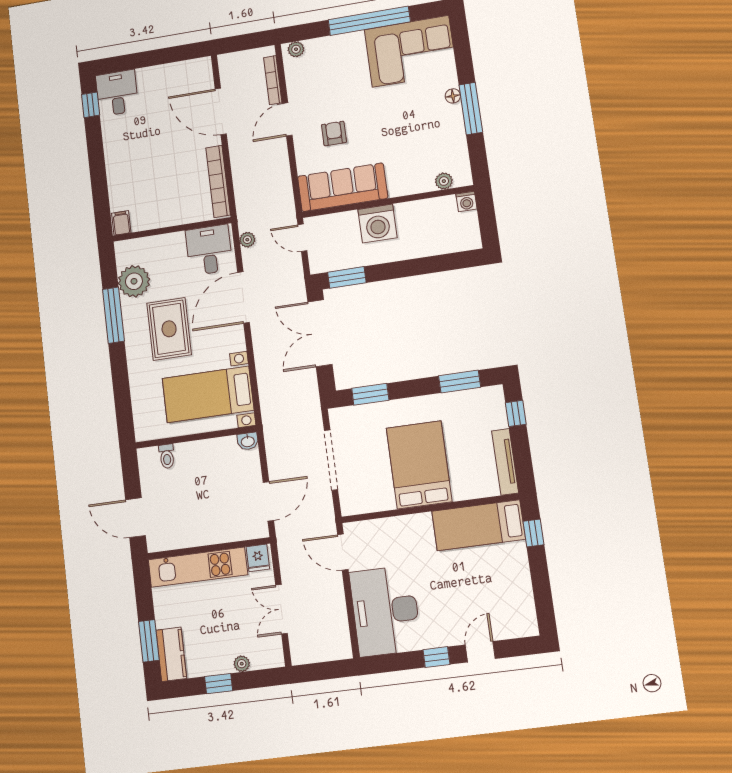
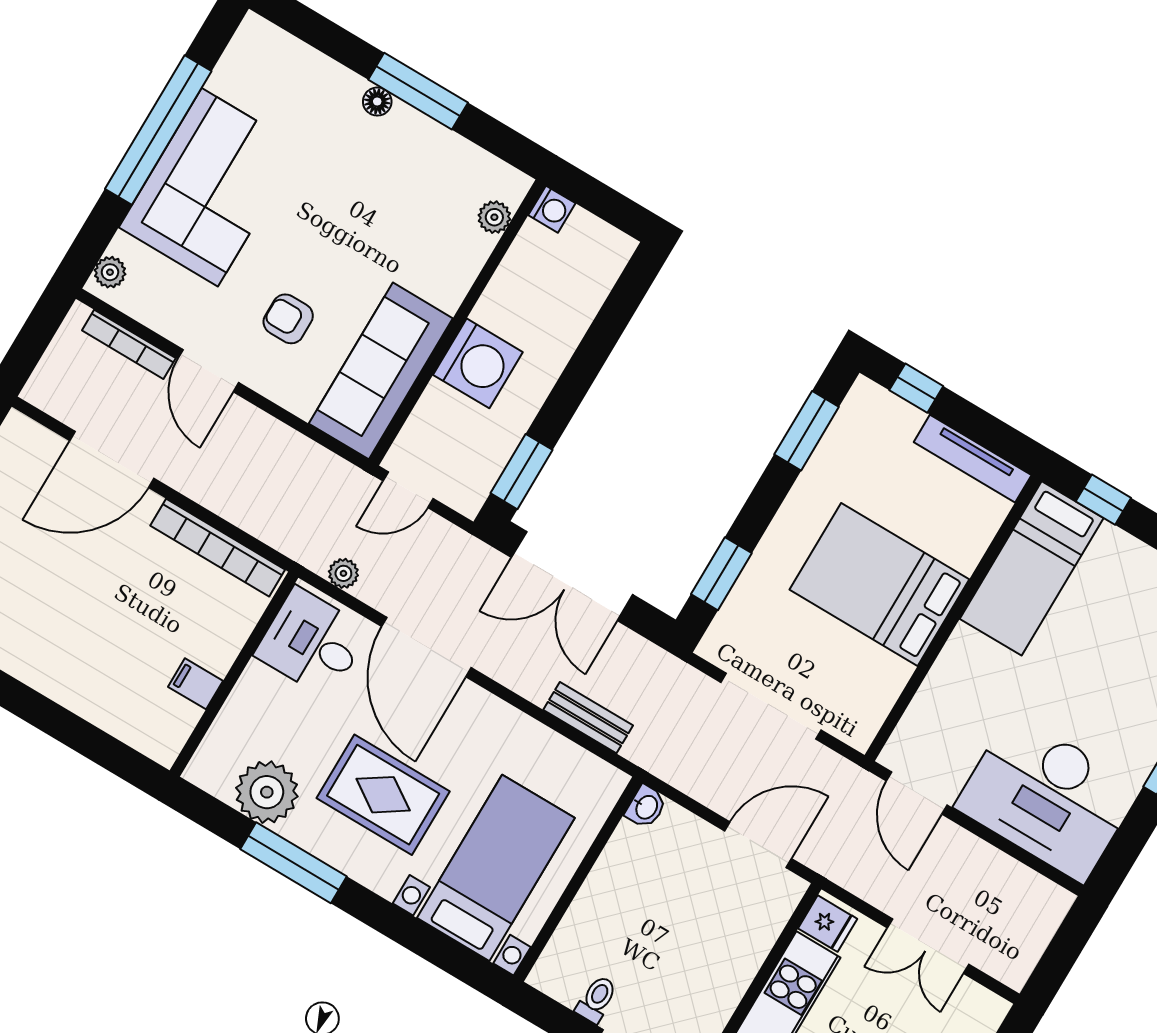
corner sofa: (410, 51) -> (210, 187), moved
filing cabinet: (121, 223) -> (195, 684), moved
bench: (266, 387) -> (588, 718), added
bed with nightstands: (208, 394) -> (496, 868), moved, turned 180
toilet: (167, 456) -> (597, 999), moved, turned -90
door: (268, 501) -> (758, 845), hinge flipped
door: (343, 552) -> (917, 793), hinge flipped

